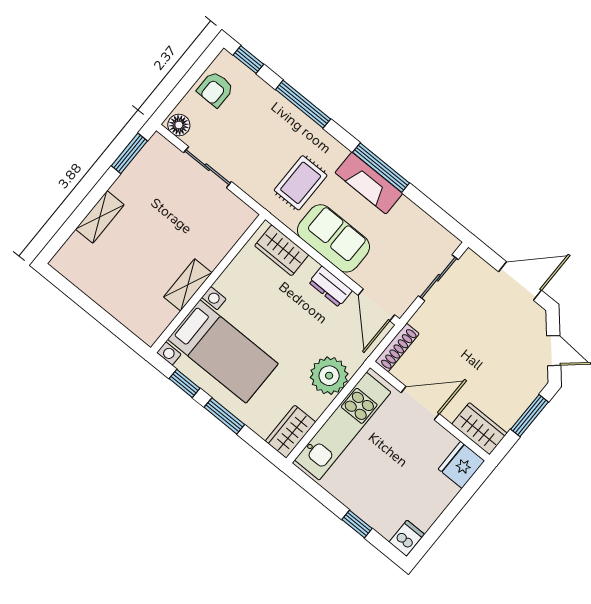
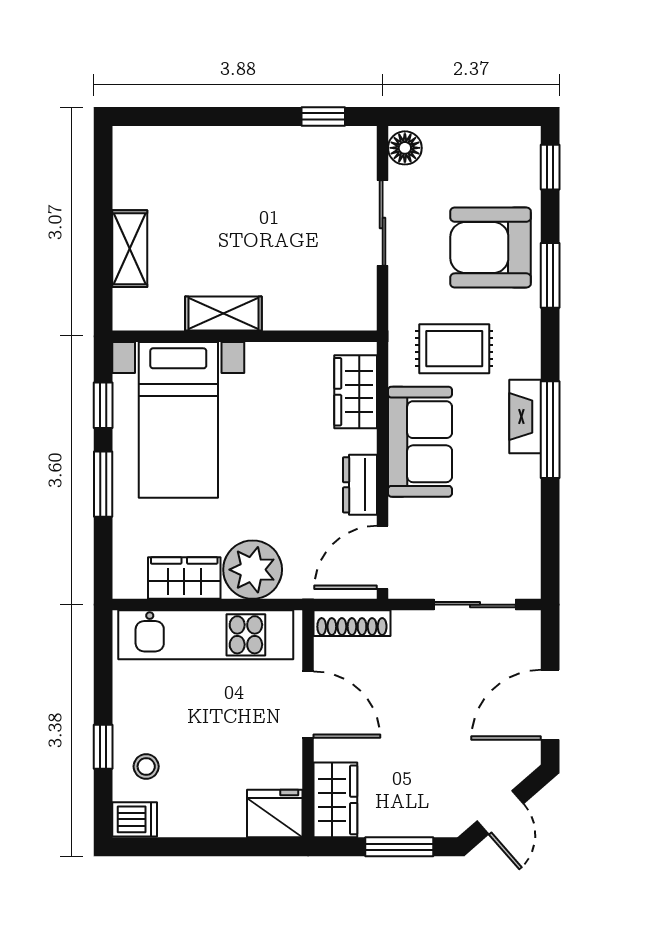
armchair: (215, 89) -> (491, 248), moved, width x1.88, depth x1.88
window: (303, 104) -> (550, 275), width x0.69
window: (129, 153) -> (323, 117), width x0.67
fireplace: (369, 183) -> (525, 417), width x0.73, depth x0.76
shelving: (100, 217) -> (130, 249), moved, turned 90
door: (520, 281) -> (550, 705), swing flipped
wardrobe: (290, 432) -> (184, 578), moved
stool: (385, 510) -> (146, 766), added

